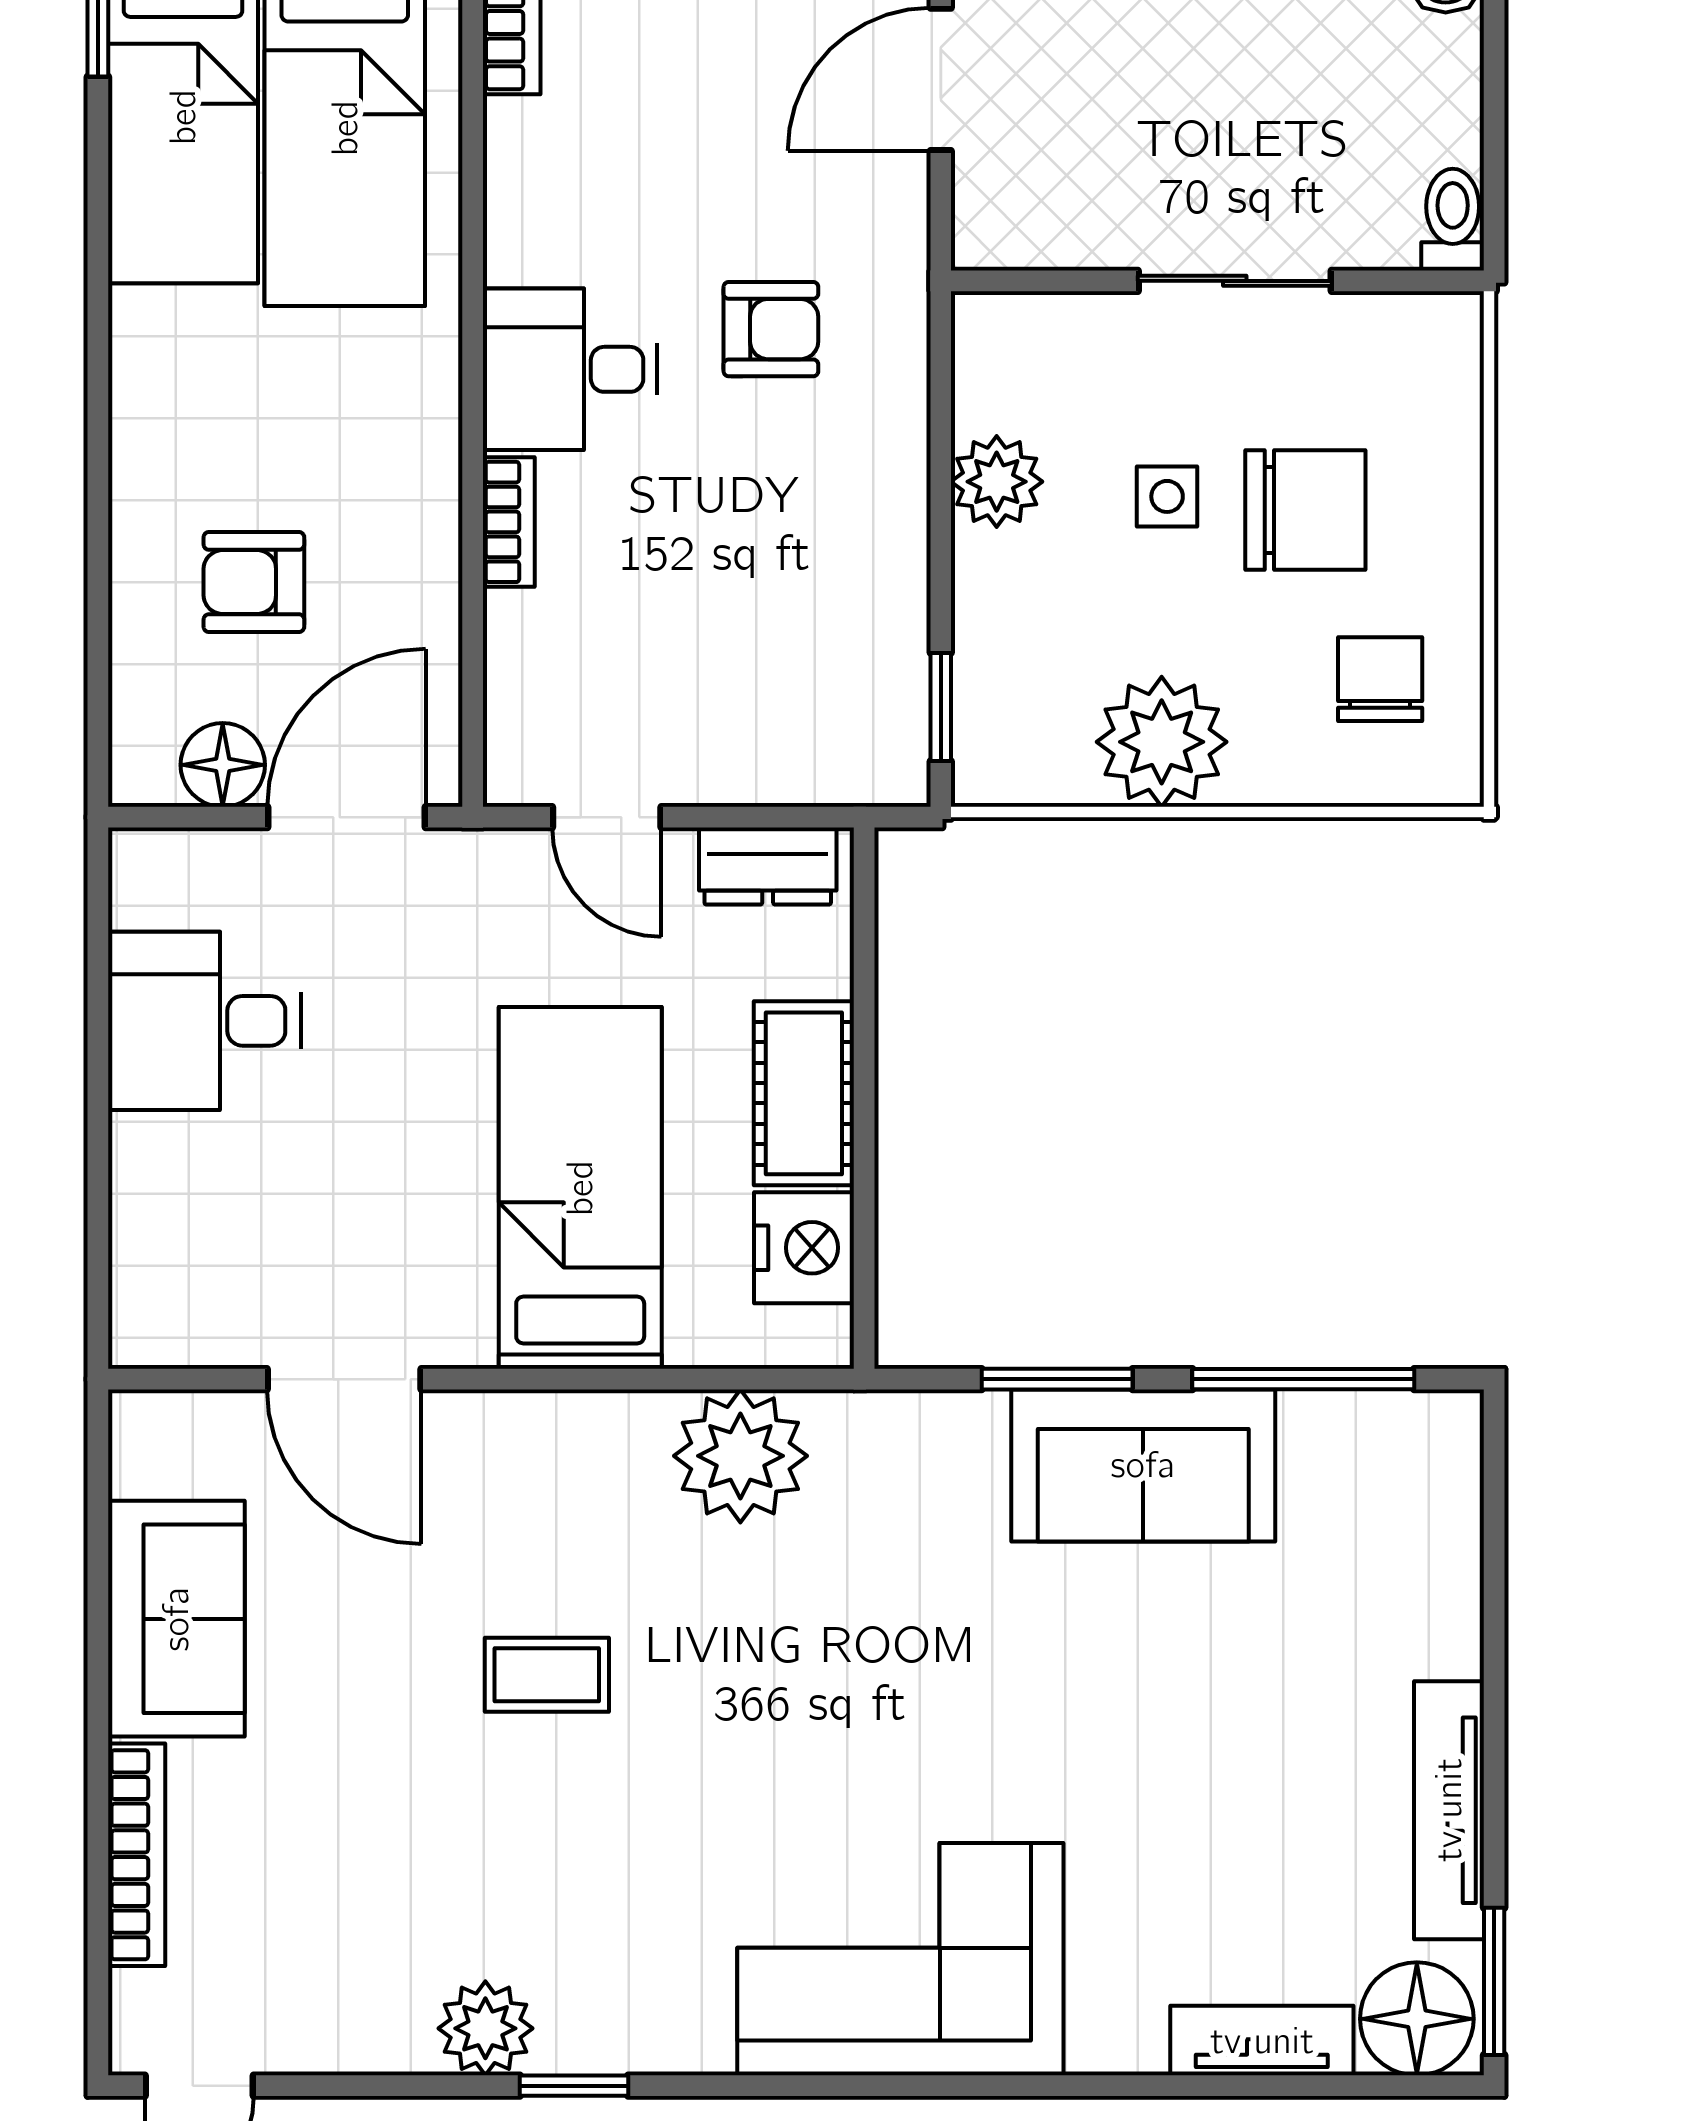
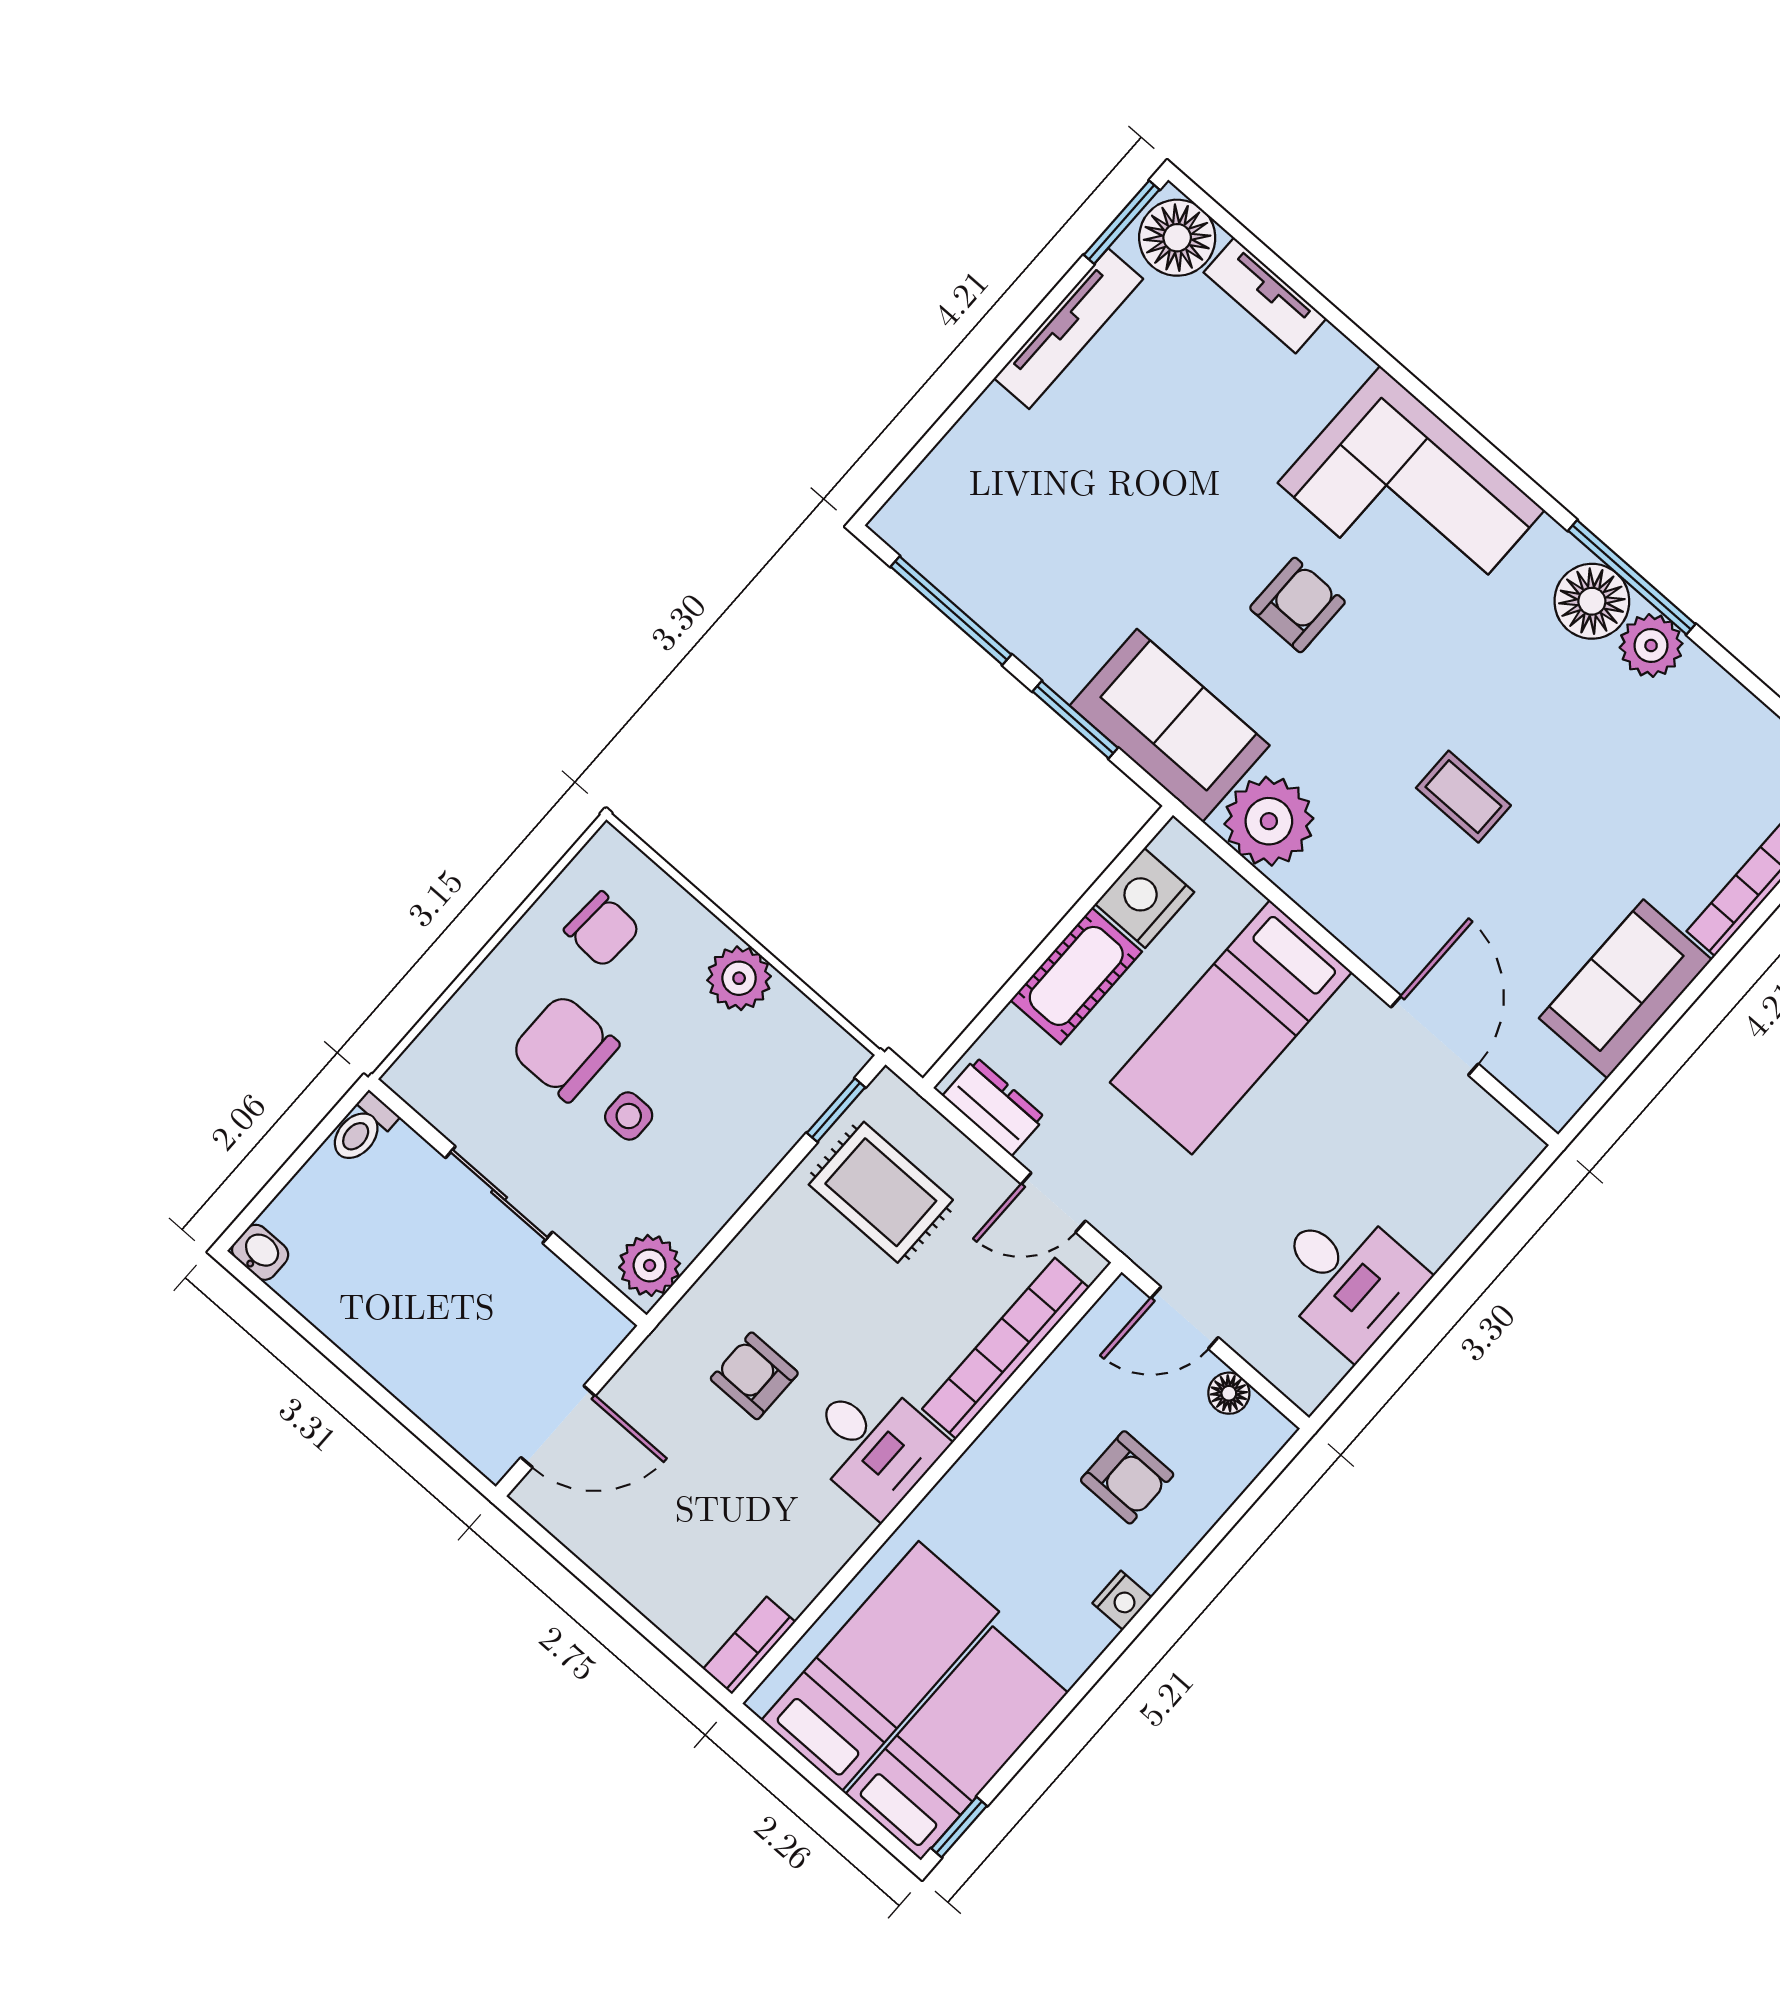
nightstand: (139, 440) -> (1122, 1600), added
plant: (997, 482) -> (650, 1265), moved
bookcase: (509, 522) -> (1006, 1348), width x2.31, depth x1.31
rug: (810, 659) -> (881, 1192), added
chair: (1380, 679) -> (602, 929), turned -87
plant: (1162, 742) -> (739, 978), width x0.73, depth x0.73
floor lamp: (223, 765) -> (1229, 1393), width x0.73, depth x0.73
door: (347, 817) -> (1185, 1318), width x0.73
door: (607, 817) -> (1053, 1203), swing flipped
sofa: (1143, 1465) -> (1170, 725), moved
armchair: (921, 1726) -> (1297, 605), added
floor lamp: (595, 2020) -> (1592, 601), added
window: (574, 2086) -> (1632, 577), width x2.17

